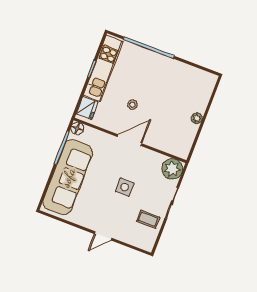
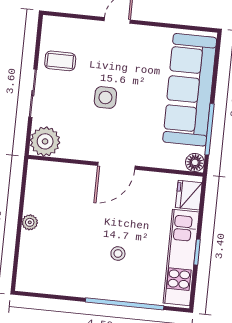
stool: (132, 105) -> (118, 253), moved

